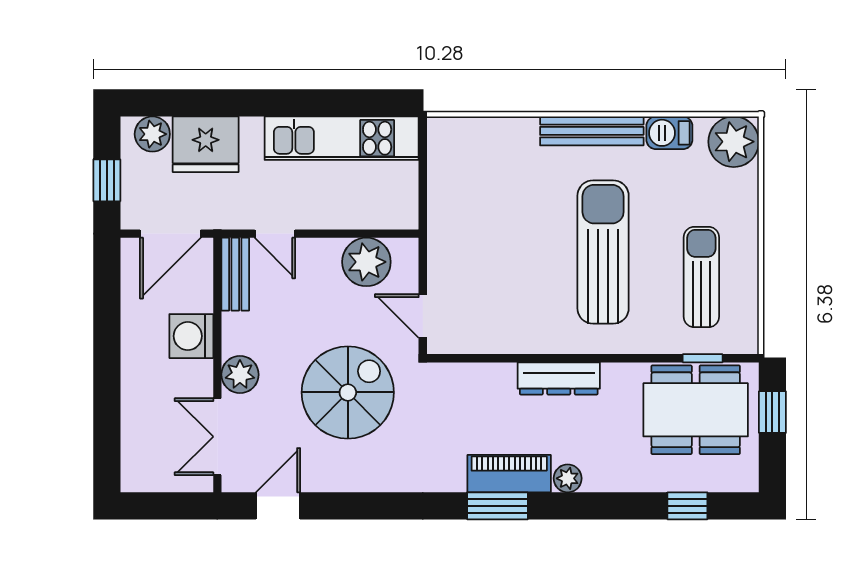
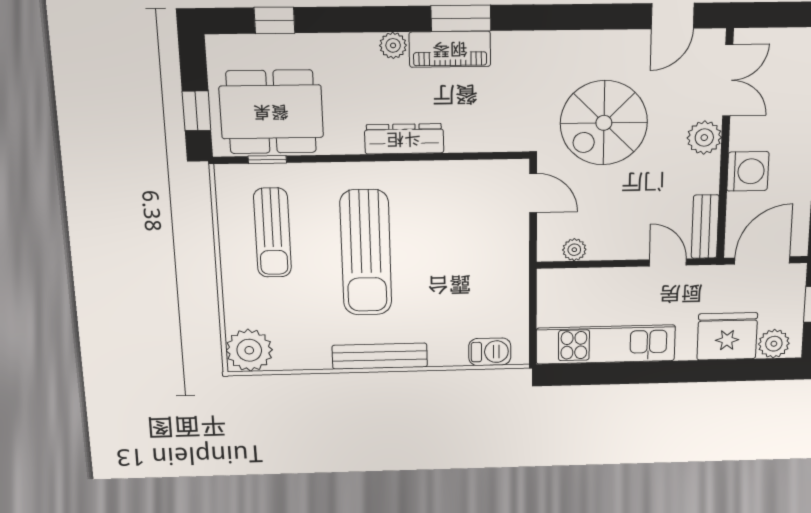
barbecue: (669, 133) -> (490, 352), moved
plant: (366, 262) -> (574, 250), width x0.53, depth x0.53

